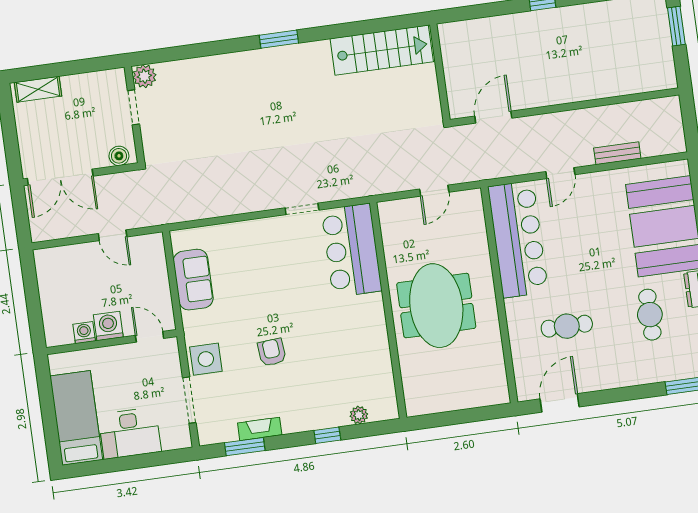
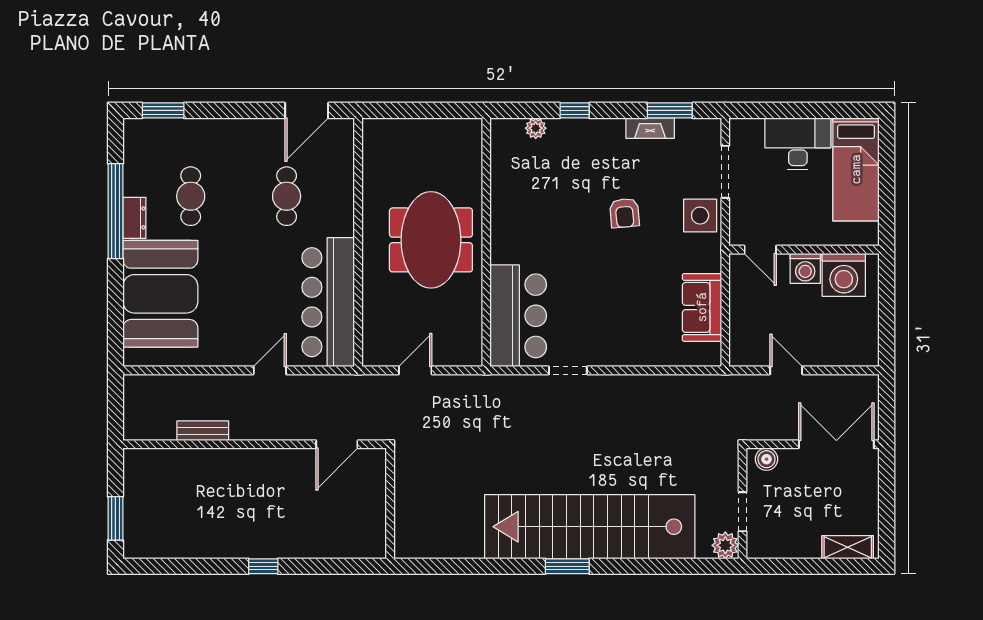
stairs: (382, 50) -> (590, 527), moved, width x1.86, depth x1.51
bench: (617, 153) -> (203, 431), moved
cafe table: (567, 326) -> (287, 196), turned 90
washing machine: (84, 333) -> (844, 275), width x1.89, depth x1.89

